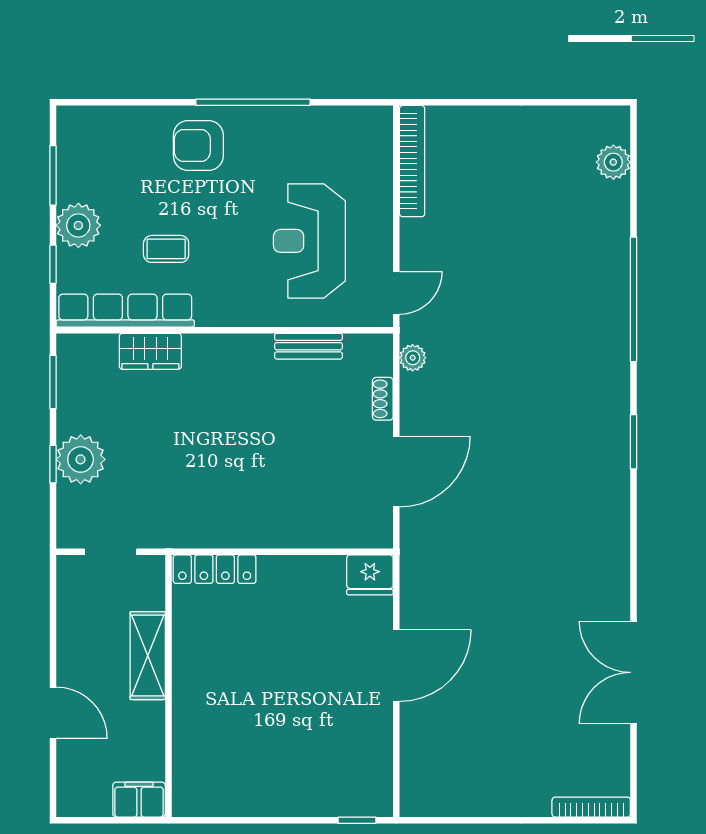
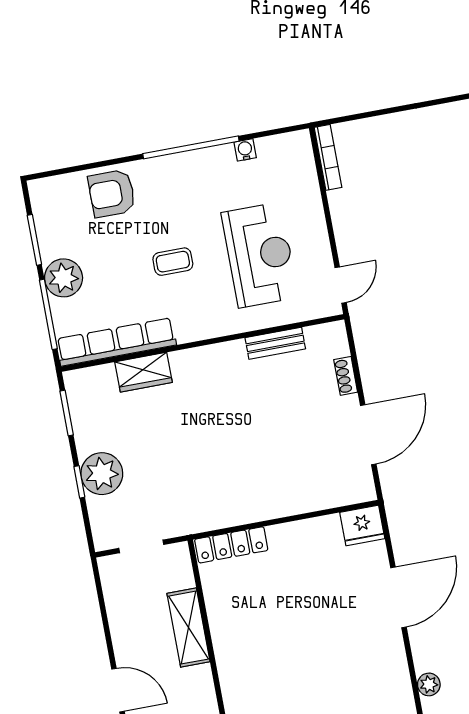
water cooler: (315, 117) -> (245, 150), added
armchair: (198, 146) -> (112, 193), moved
bookcase: (412, 161) -> (328, 157), width x0.68, depth x0.76
reception desk: (309, 241) -> (260, 255), turned 180
coffee table: (166, 249) -> (173, 262), moved
window: (53, 264) -> (48, 314), width x2.17
plant: (413, 358) -> (429, 684), moved

